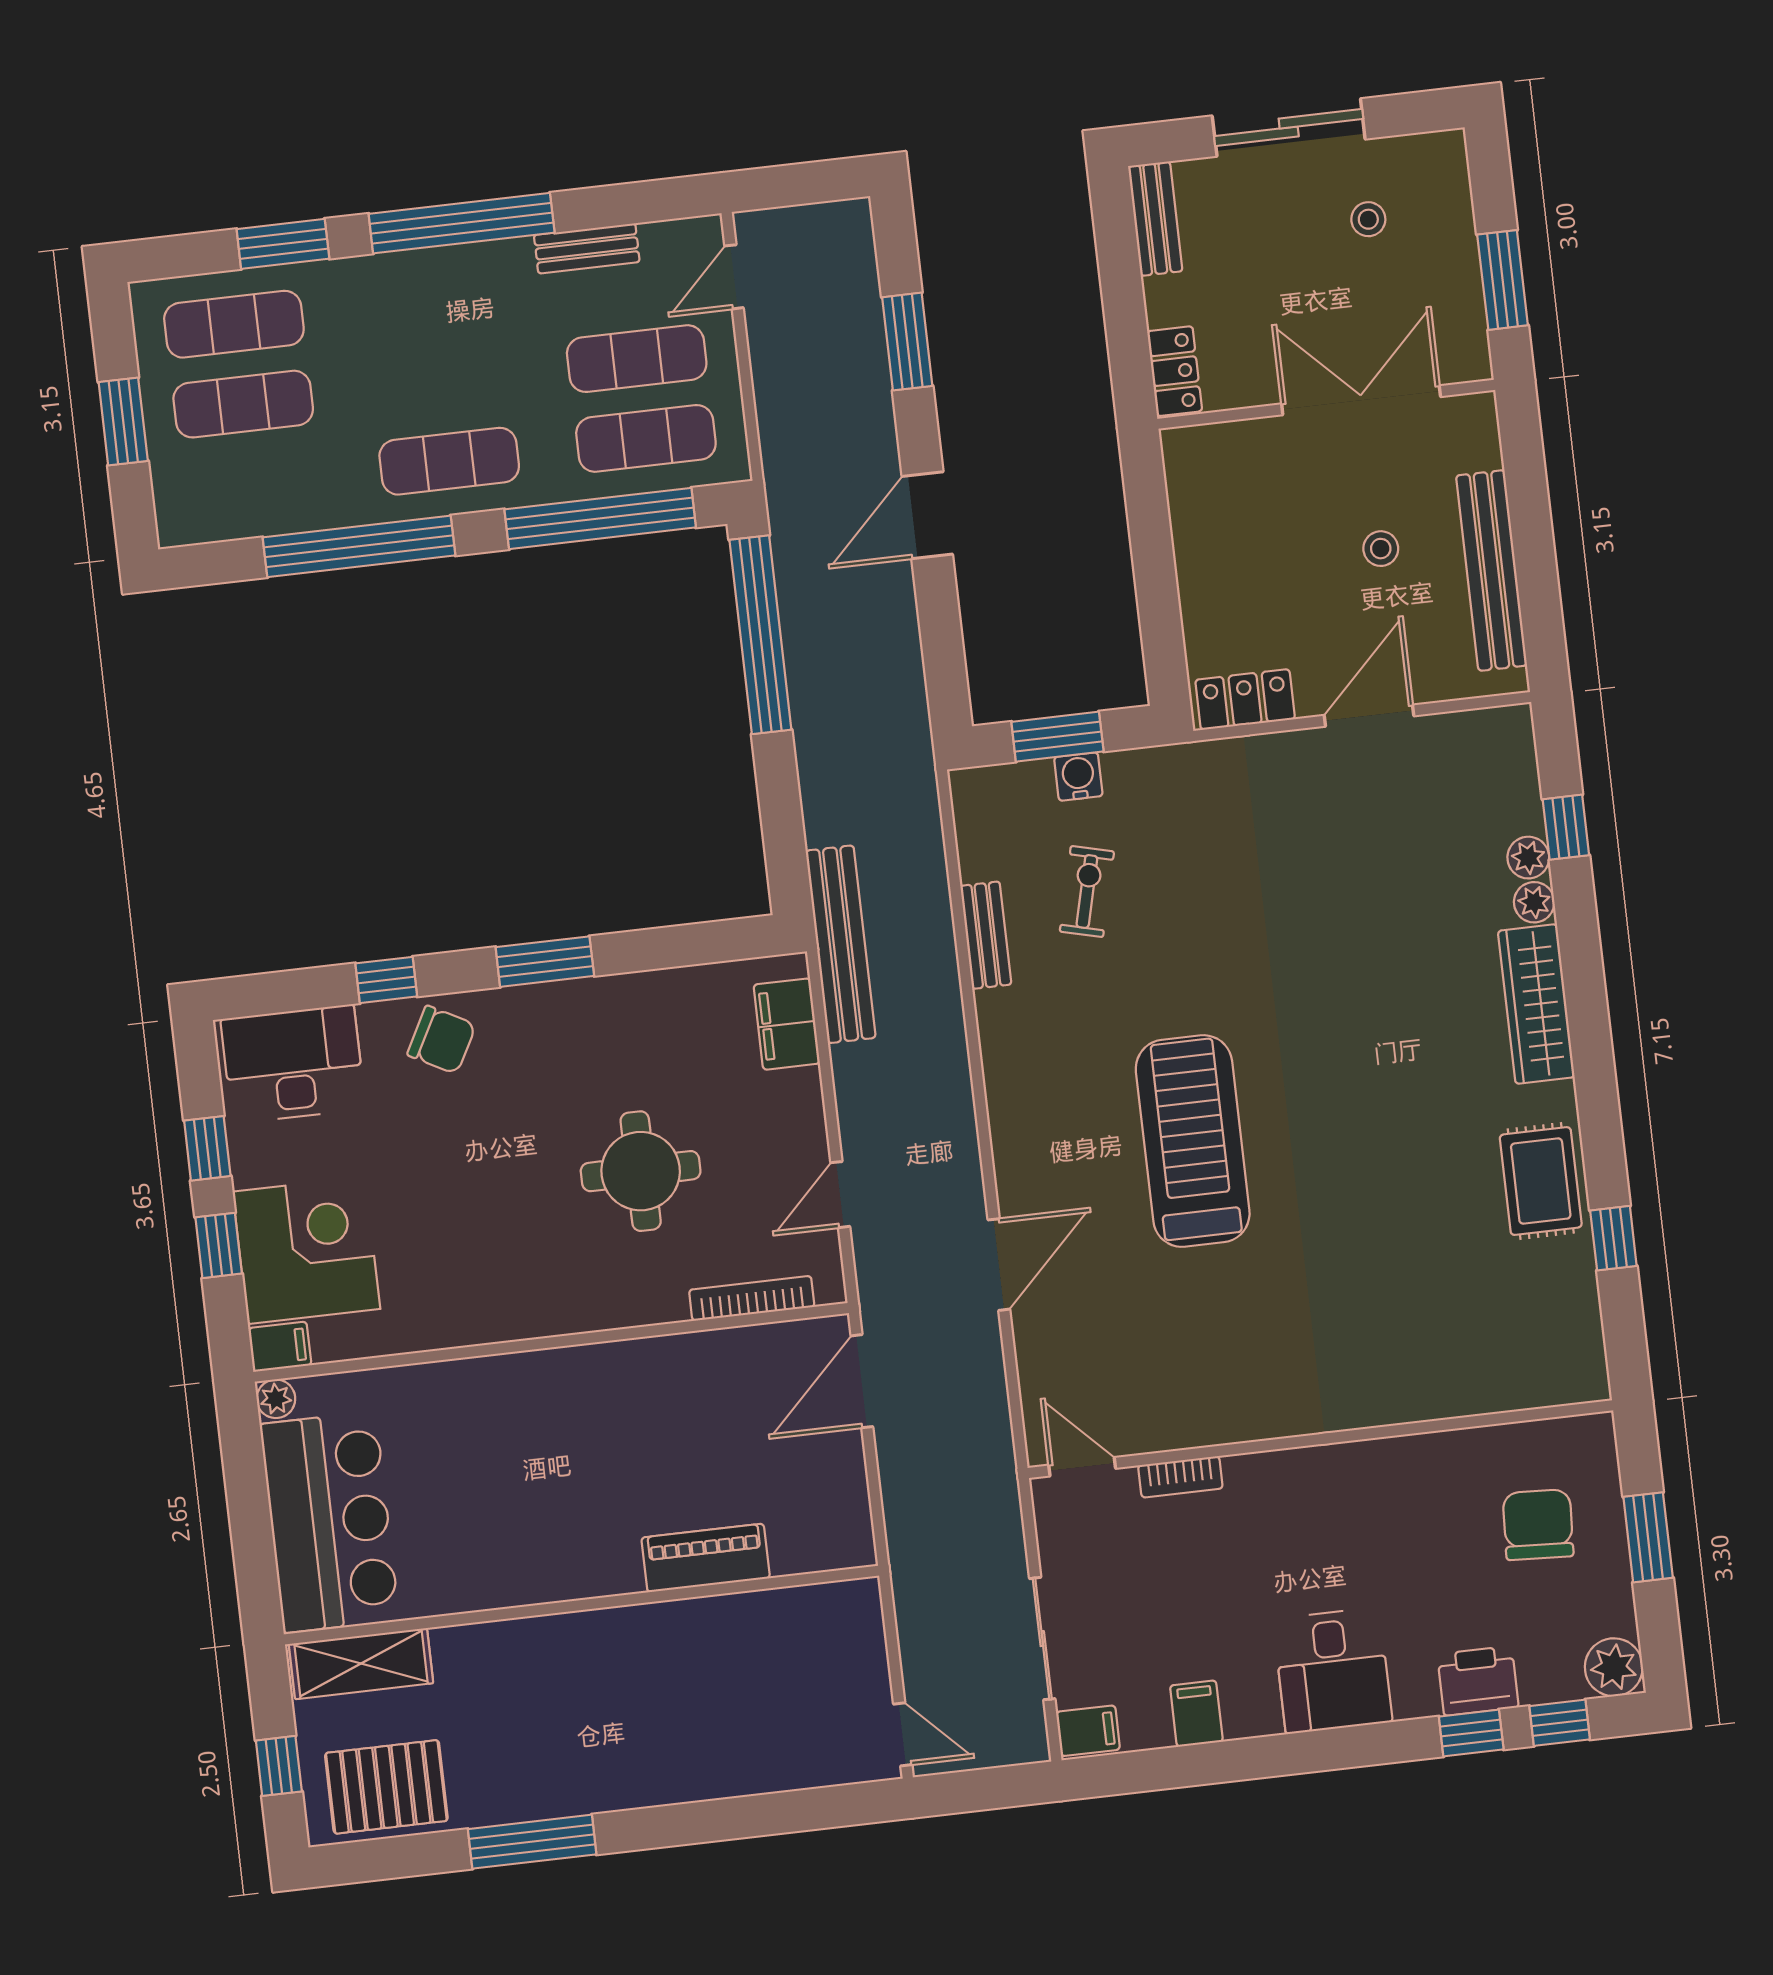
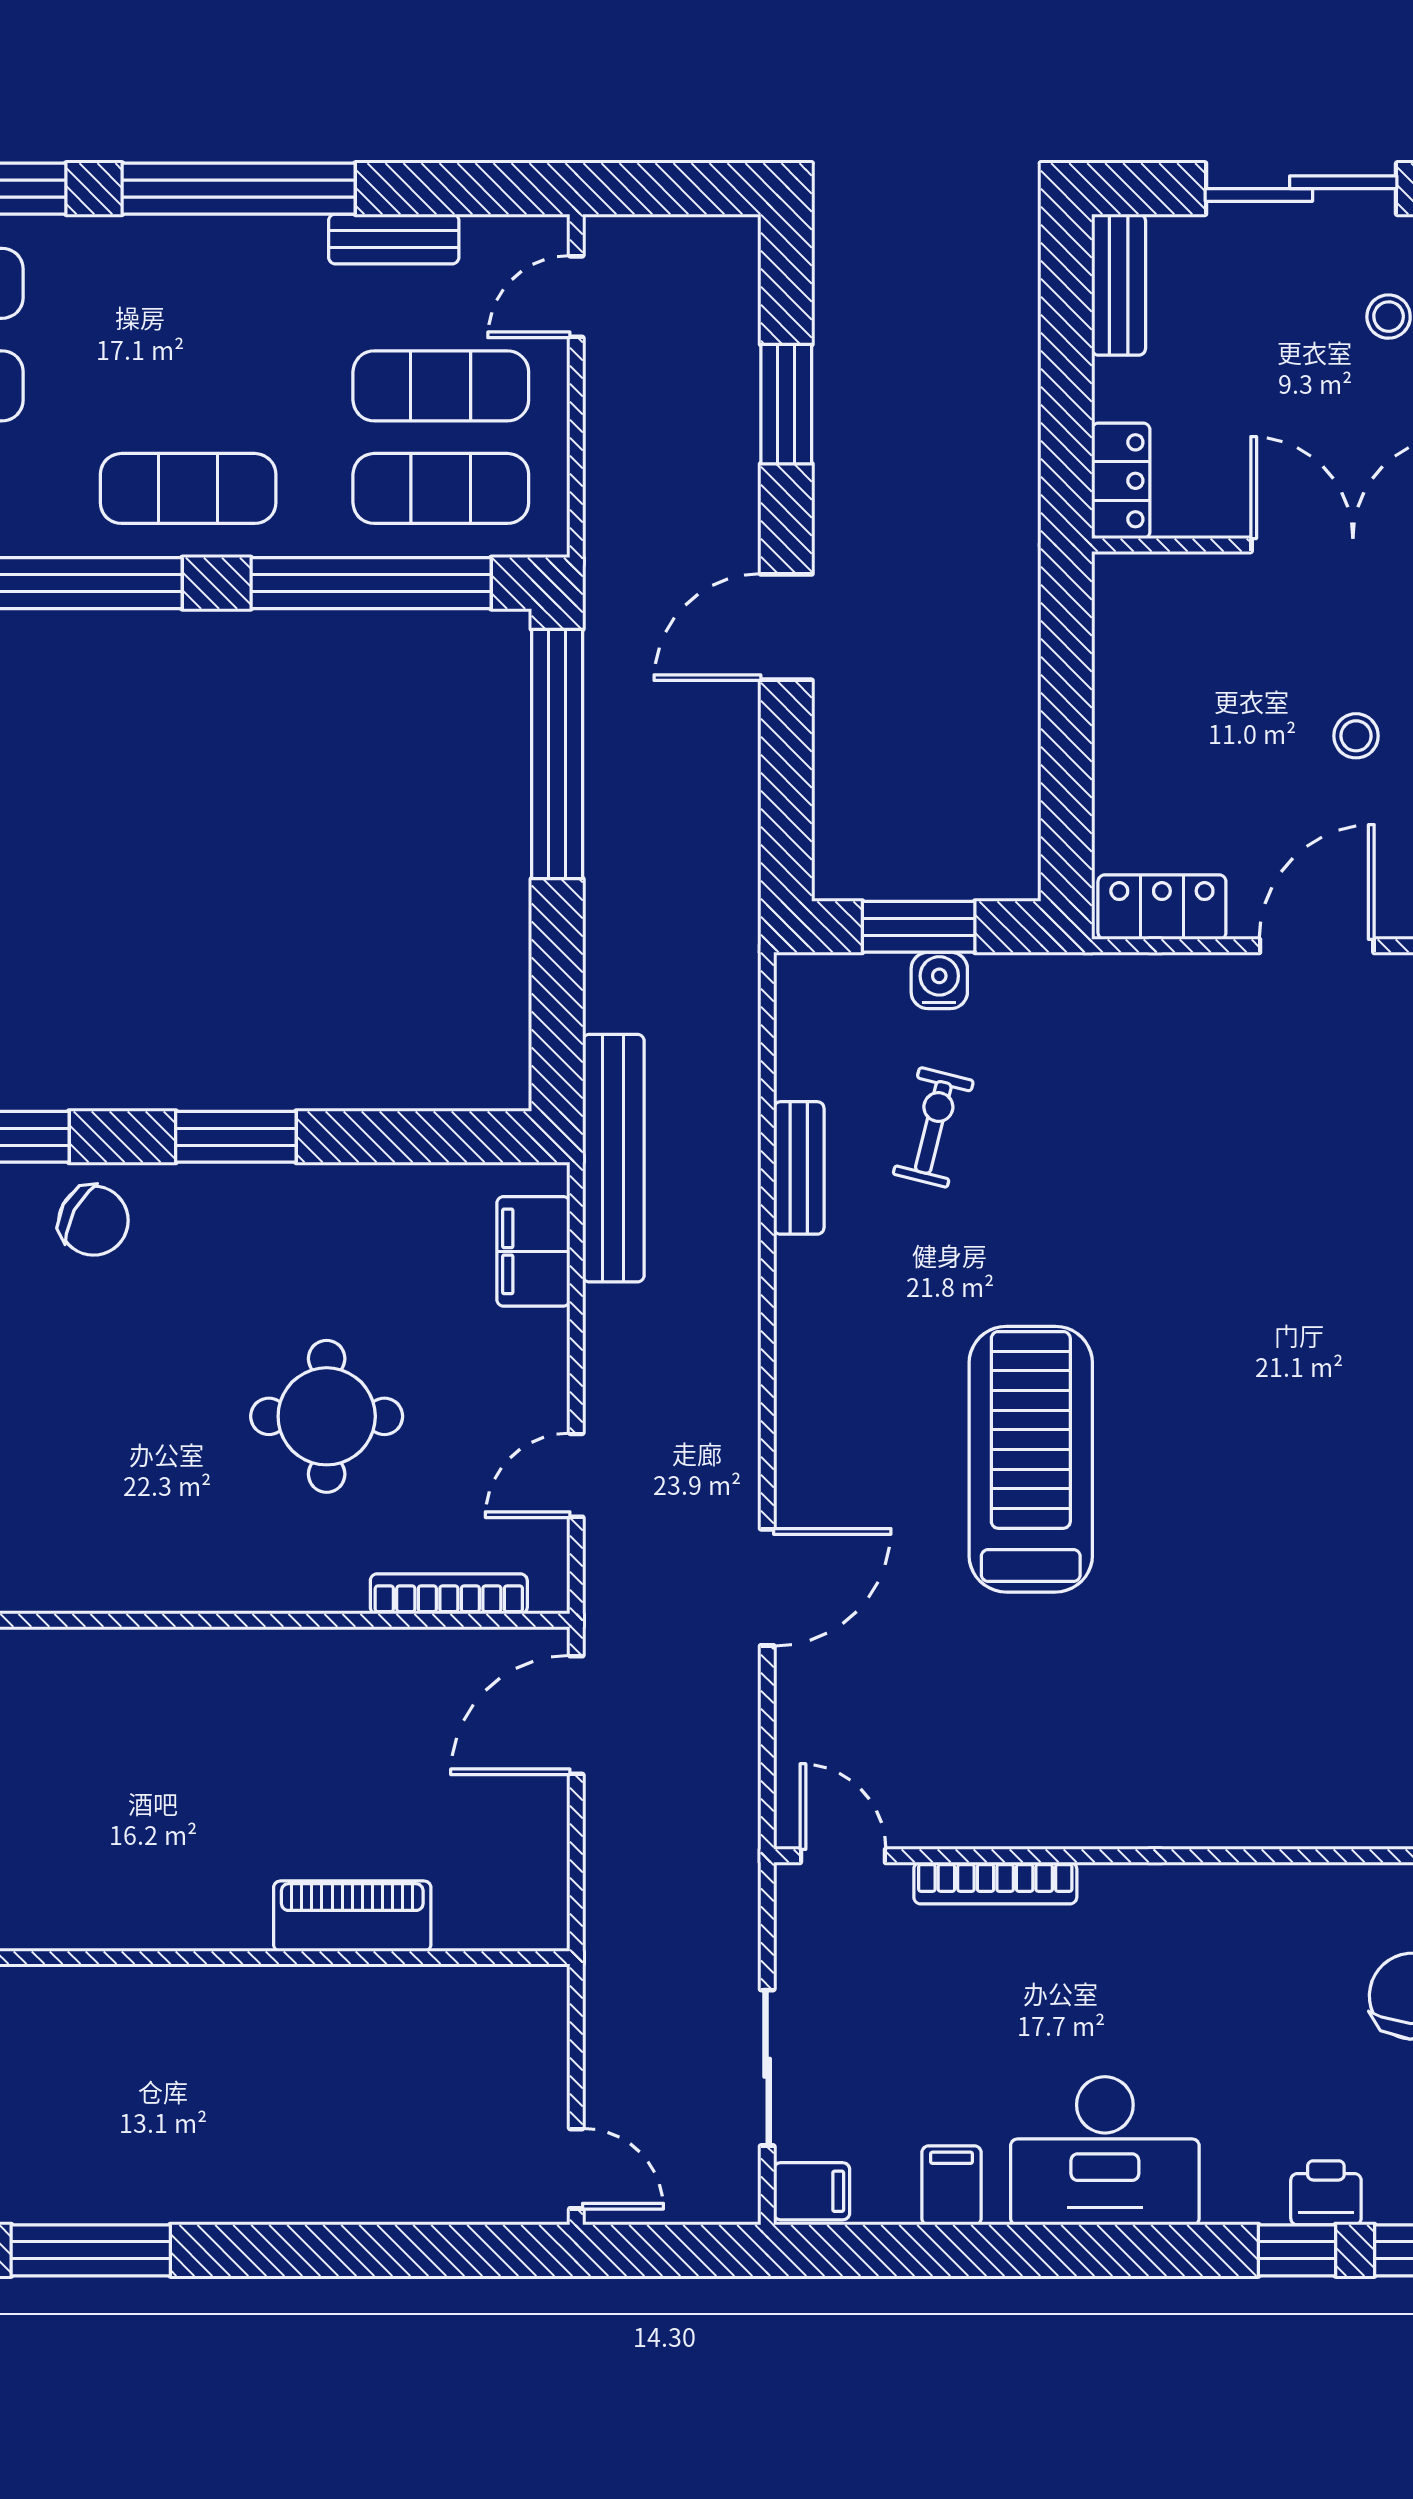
bookcase: (1180, 1477) -> (995, 1883), width x1.56
desk: (1333, 1671) -> (1105, 2151), width x1.37
printer: (1478, 1681) -> (1326, 2193), width x0.73, depth x0.81

